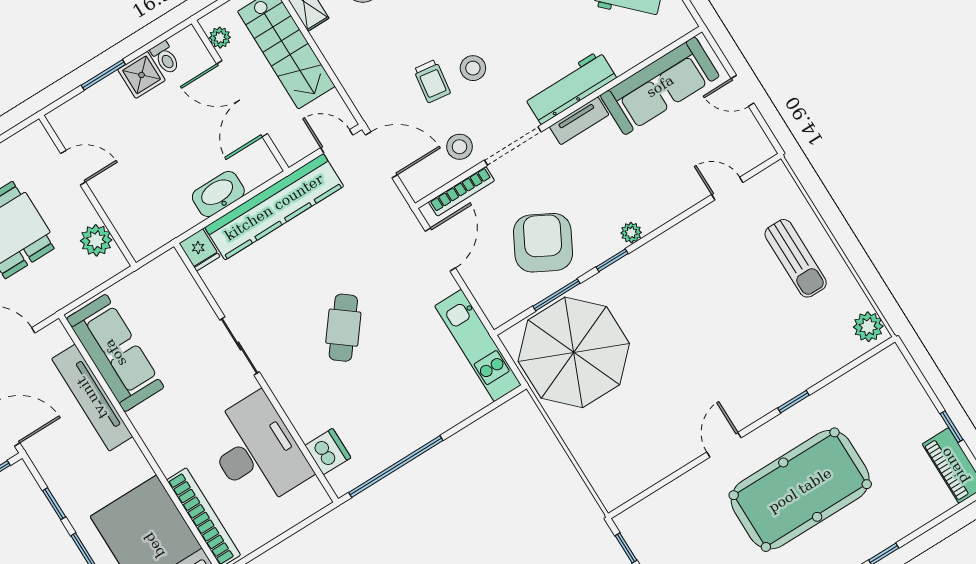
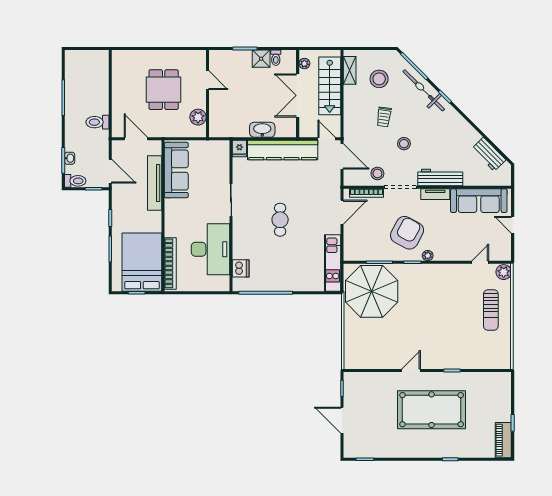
trolley: (432, 81) -> (384, 117), moved
door: (727, 188) -> (480, 262), hinge flipped
armchair: (543, 243) -> (407, 233), moved
plant: (868, 327) -> (504, 272), moved
cafe table: (343, 328) -> (280, 220), turned -38

